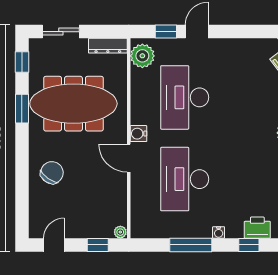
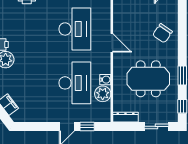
plant: (142, 56) -> (103, 94), moved
meeting table: (73, 104) -> (148, 79), width x0.73
water cooler: (138, 134) -> (105, 80), moved

